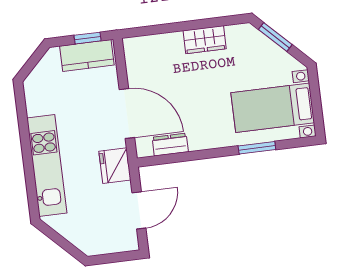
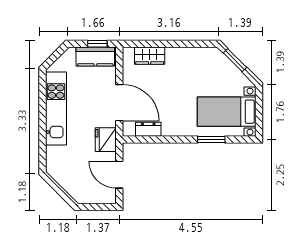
wardrobe: (205, 40) -> (150, 56), moved
kitchen unit: (47, 165) -> (56, 108), moved
door: (139, 210) -> (119, 175), swing flipped

